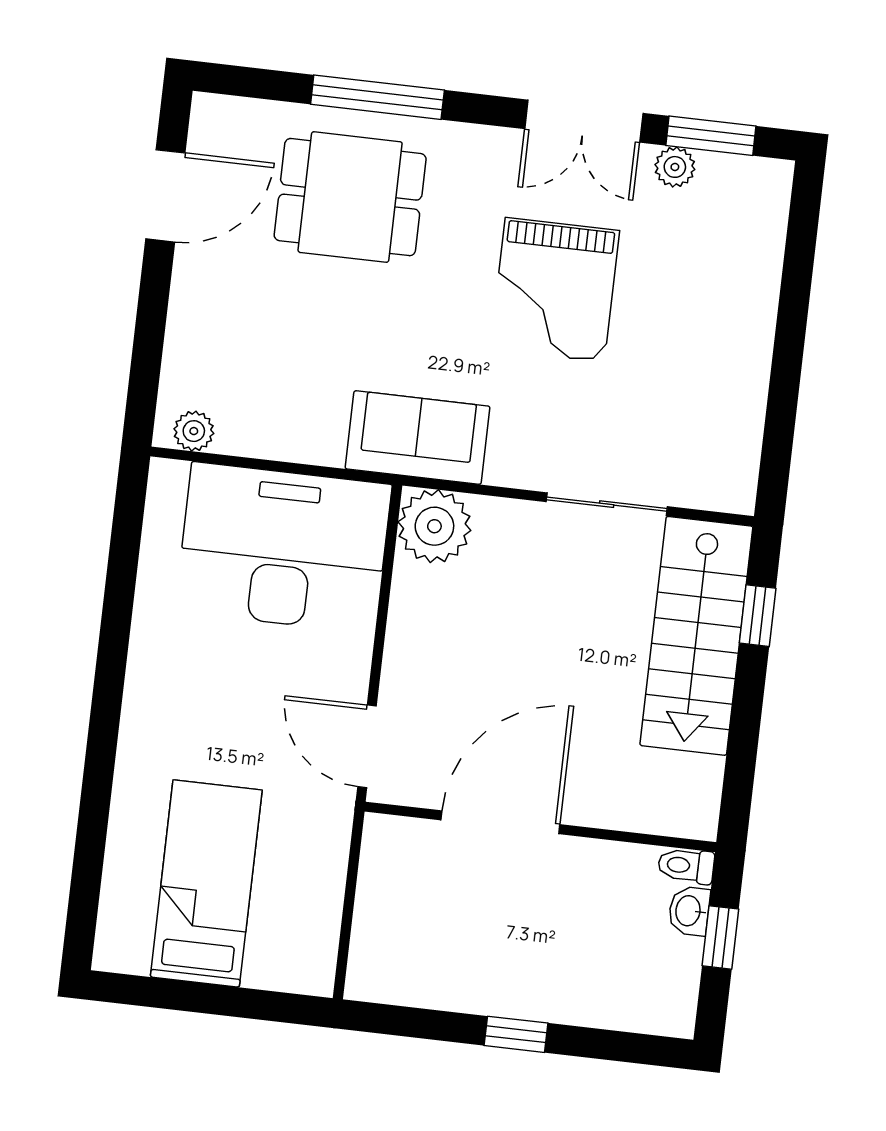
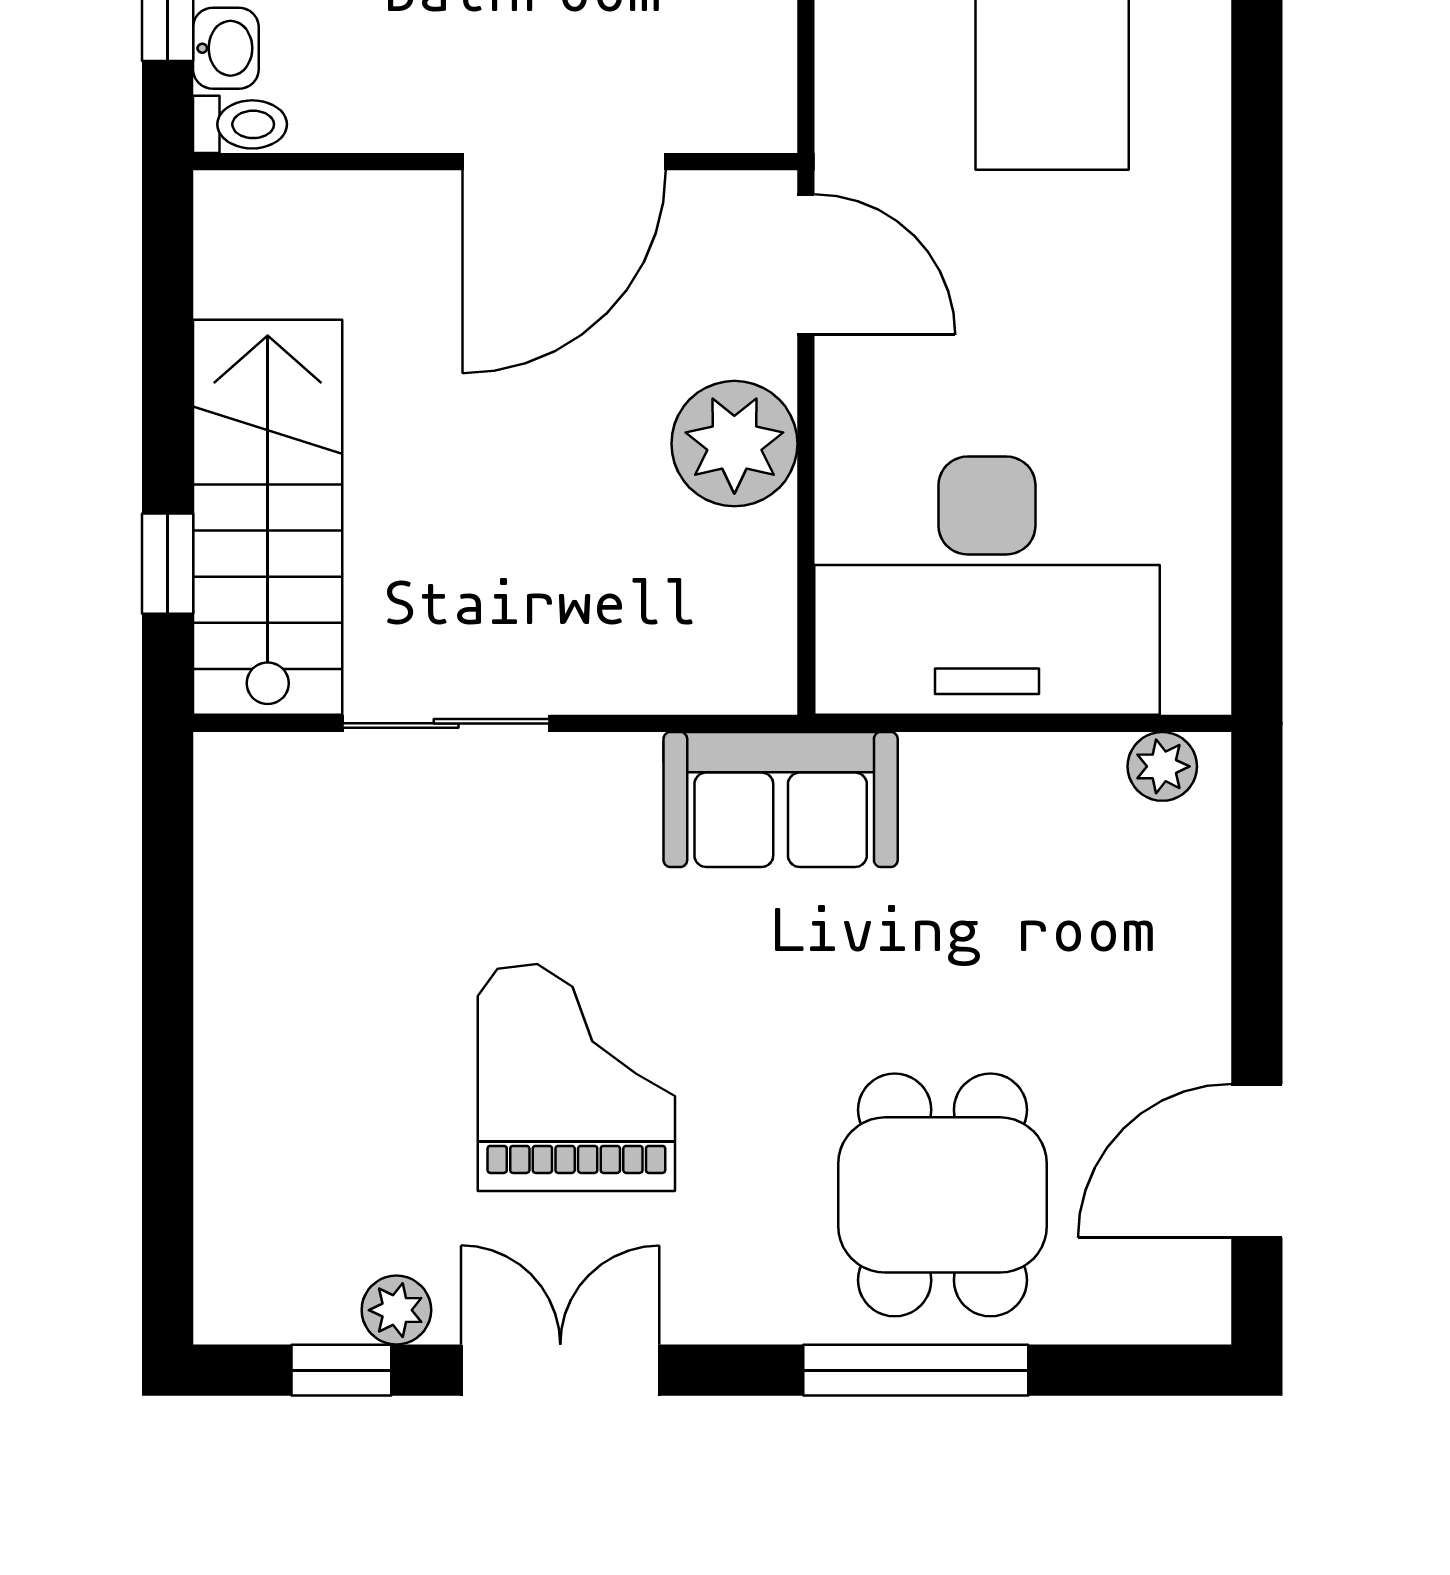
window: (711, 136) -> (341, 1370), width x0.67
dining table: (350, 197) -> (943, 1195), turned 90
plant: (434, 526) -> (734, 444), moved

